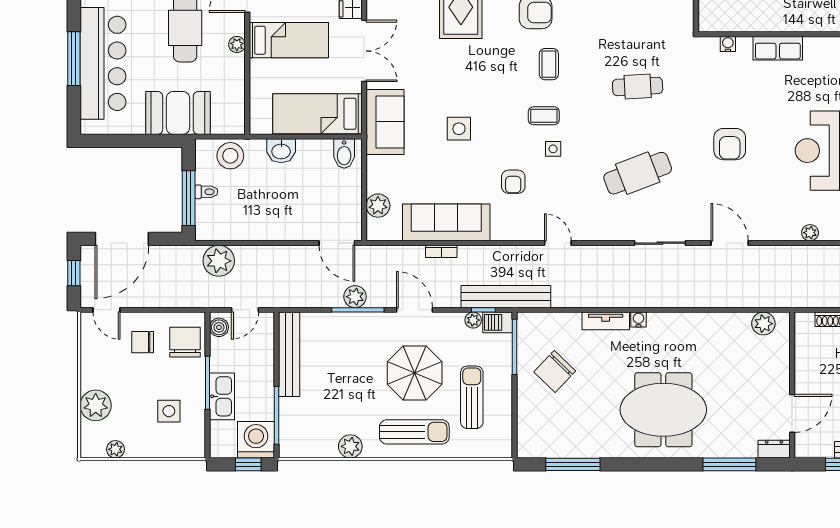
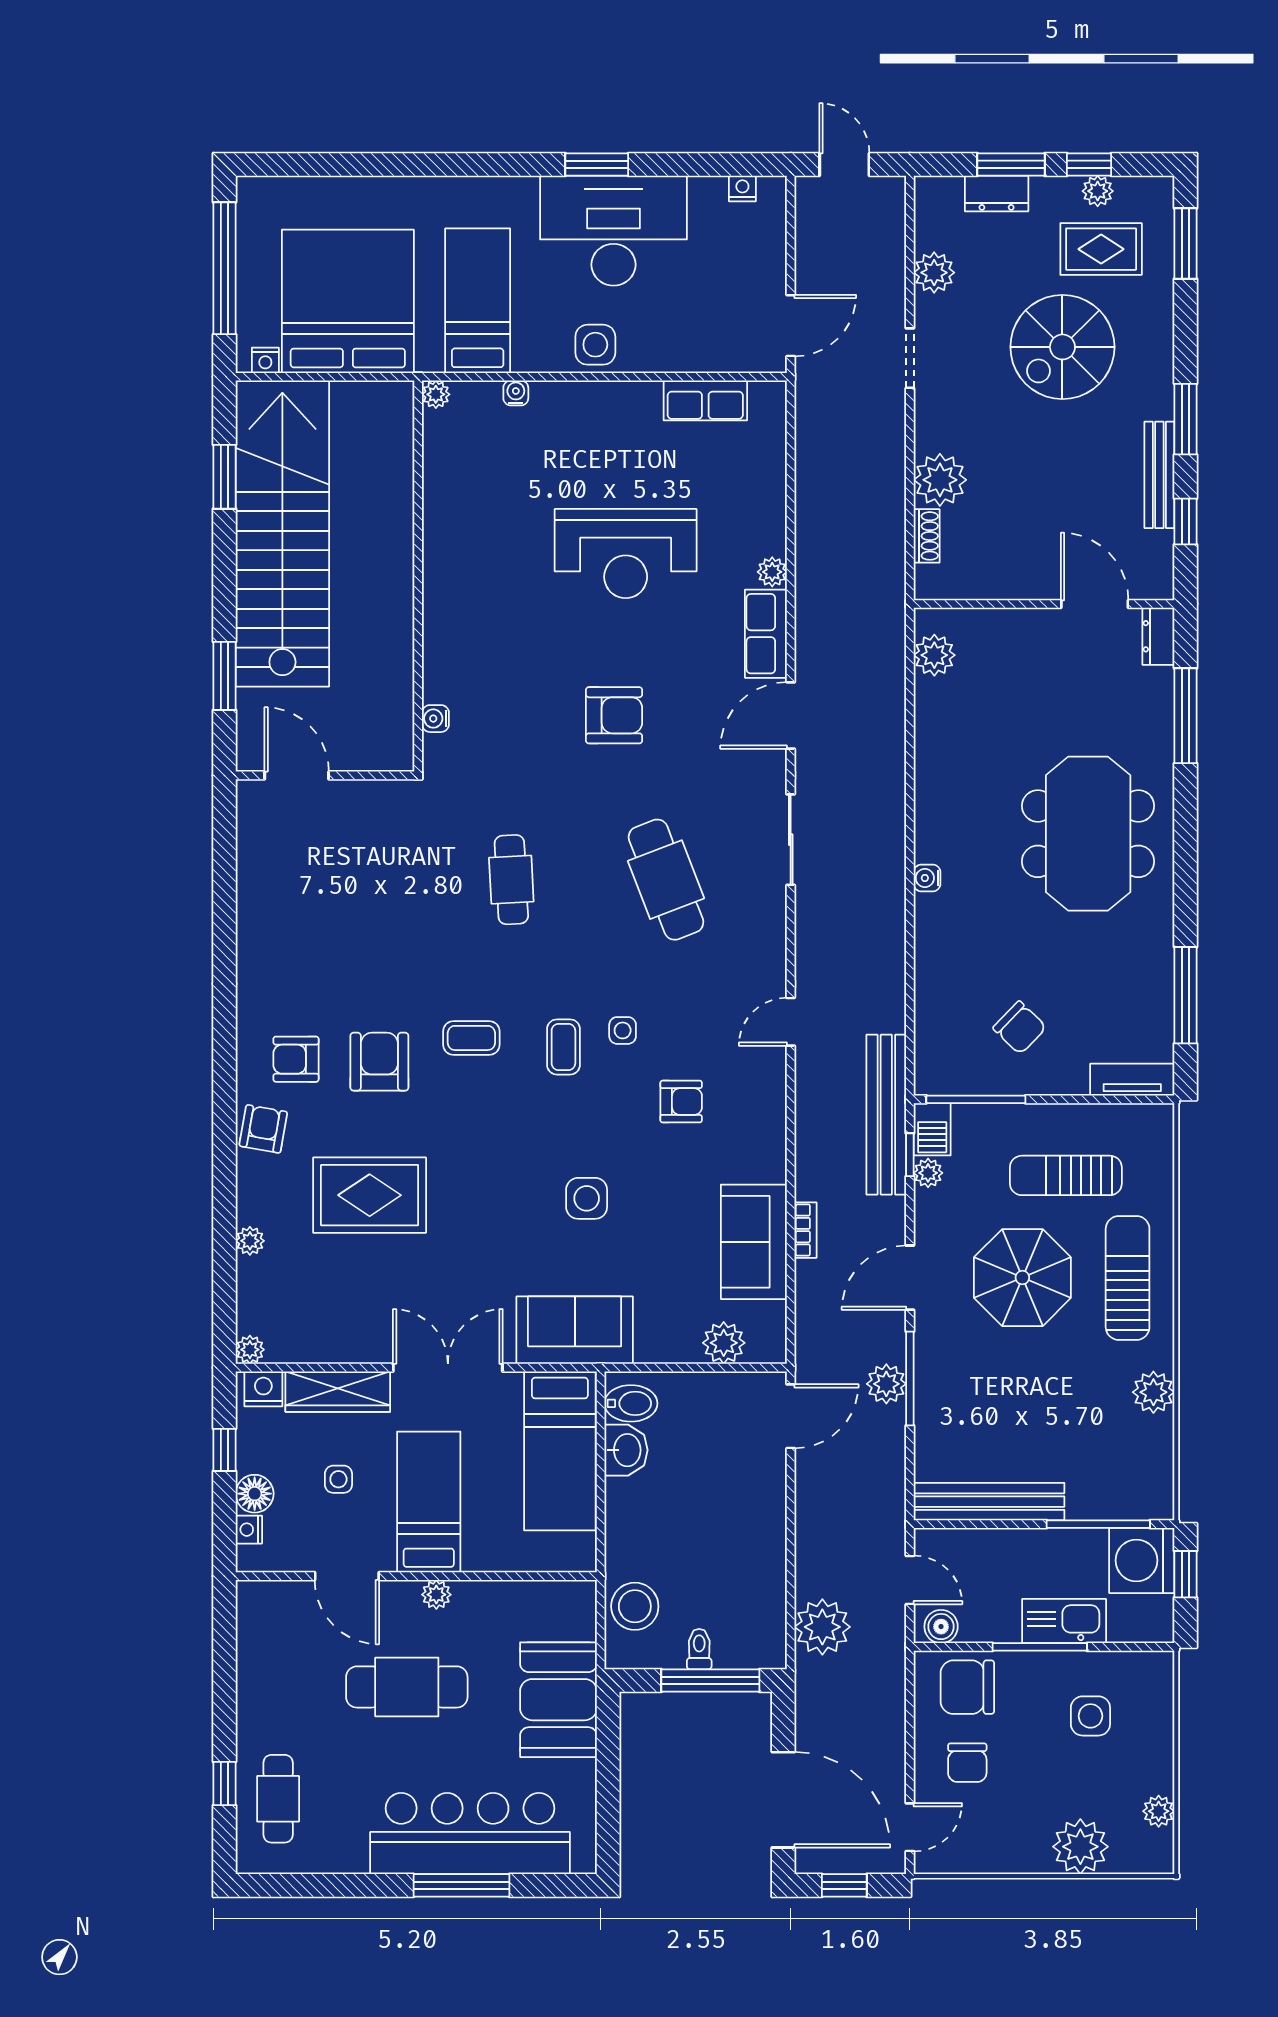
row of seats: (778, 48) -> (766, 634), moved, turned 180
washbasin: (281, 151) -> (626, 1450), moved
sofa: (446, 222) -> (754, 1242), width x0.73
tv unit: (606, 321) -> (1132, 1080), moved, turned -90
chair: (555, 371) -> (1020, 1028), width x0.73, depth x0.73

